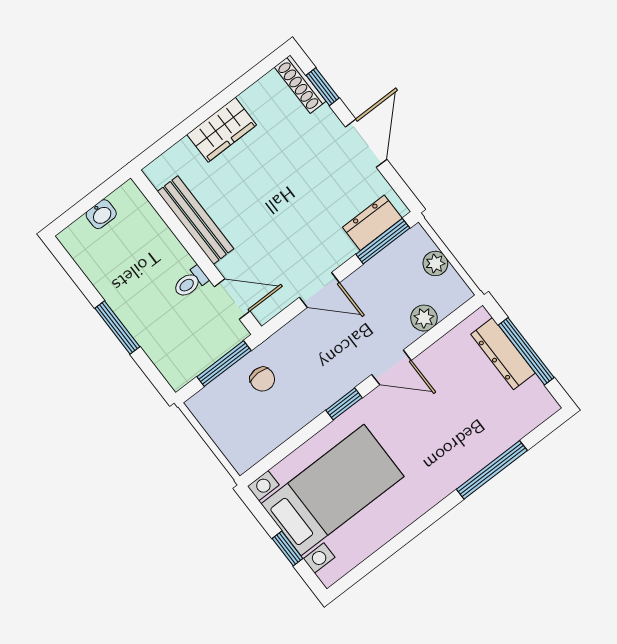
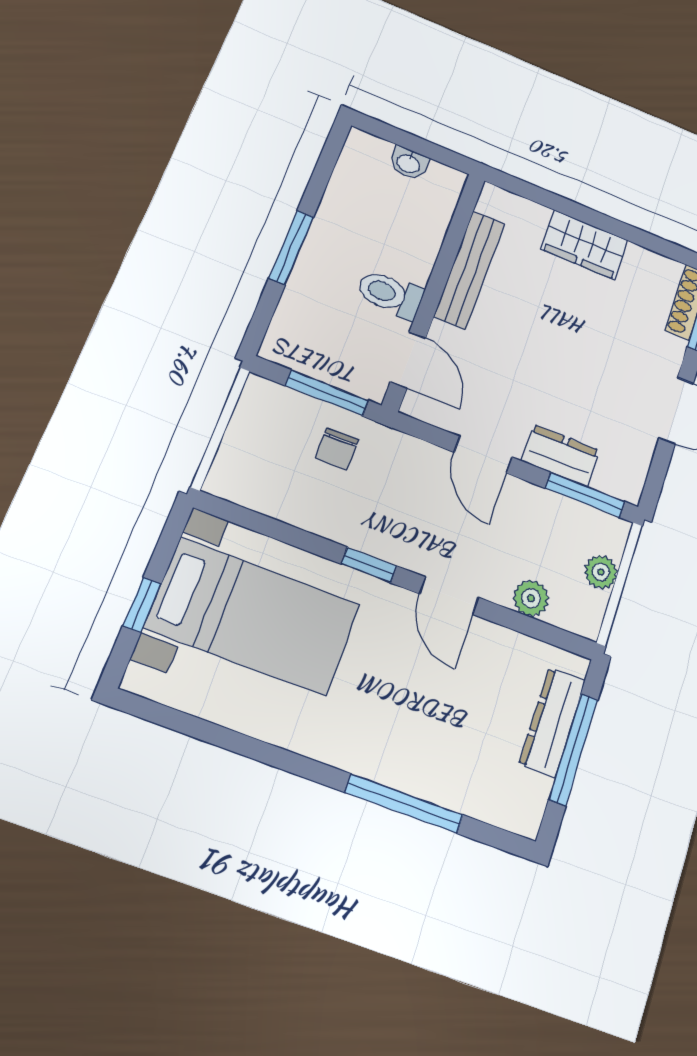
dresser: (372, 223) -> (561, 456), moved
toilet: (190, 282) -> (390, 294), width x1.37, depth x1.39

